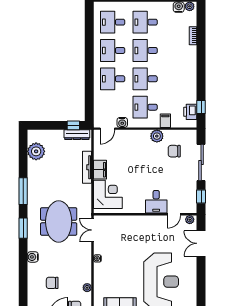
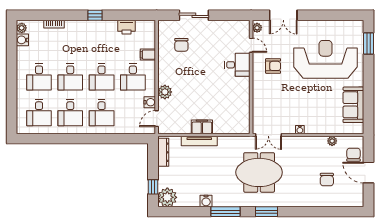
window: (201, 107) -> (95, 15), moved
printer: (190, 112) -> (126, 27), moved
window: (73, 125) -> (153, 187), moved
door: (107, 129) -> (157, 119), swing flipped
plant: (157, 136) -> (165, 92), moved
plant: (36, 151) -> (167, 197), moved
sliding door: (201, 162) -> (194, 15), width x0.73
corner desk: (108, 194) -> (229, 118), removed
window: (201, 196) -> (231, 15), removed
armchair: (155, 234) -> (273, 66), added
water cooler: (33, 257) -> (206, 201), moved

